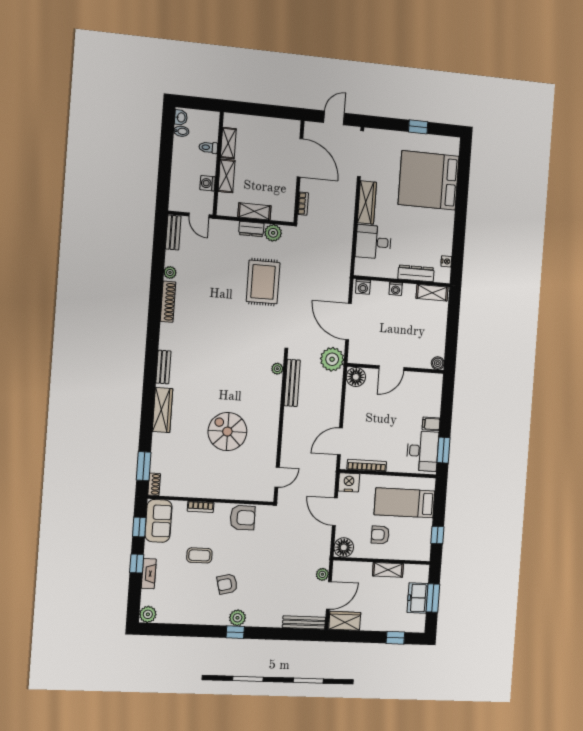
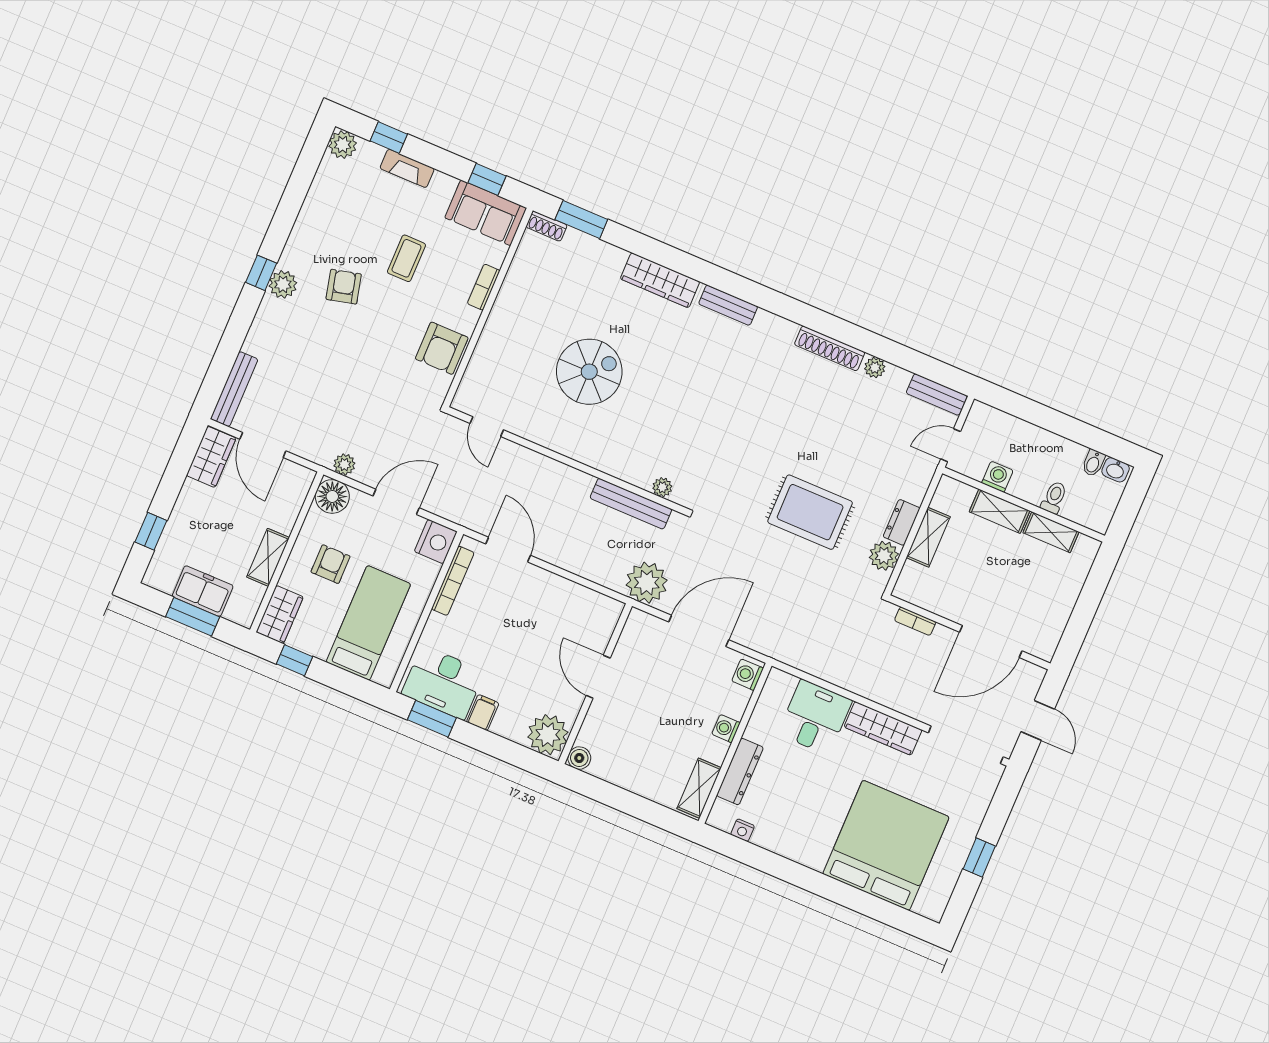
floor lamp: (356, 377) -> (604, 612), removed
plant: (431, 385) -> (548, 735), added
wardrobe: (416, 552) -> (280, 615), added
window: (137, 563) -> (389, 137), moved
plant: (322, 574) -> (344, 465), moved

